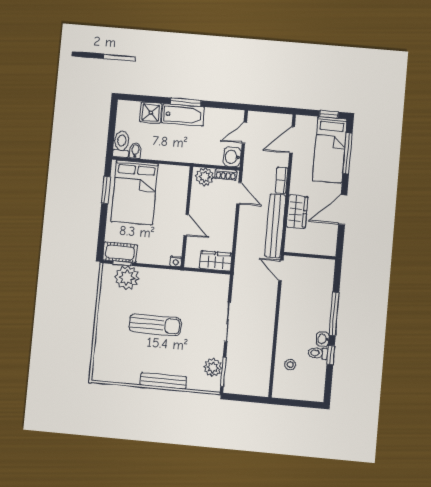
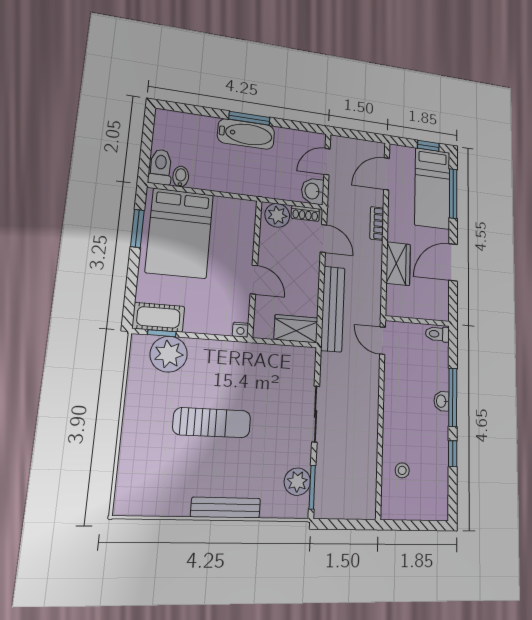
shower: (151, 113) -> (202, 128), removed
bench: (275, 226) -> (333, 309), moved
washbasin: (323, 339) -> (442, 401), moved
toilet: (318, 353) -> (437, 334), moved

